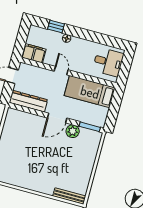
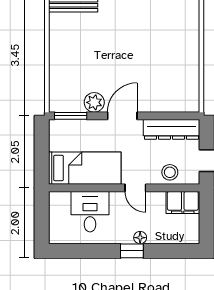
window: (56, 27) -> (132, 251), moved
desk: (108, 62) -> (90, 212), moved, turned 90
stool: (37, 74) -> (170, 172), added

